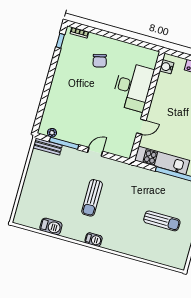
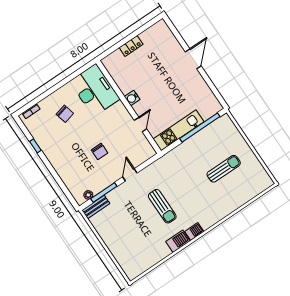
window: (60, 41) -> (35, 146), moved
water cooler: (167, 67) -> (132, 98), moved
desk: (133, 87) -> (95, 90), moved
chair: (93, 113) -> (100, 151), added
barbecue: (51, 226) -> (178, 241), moved

